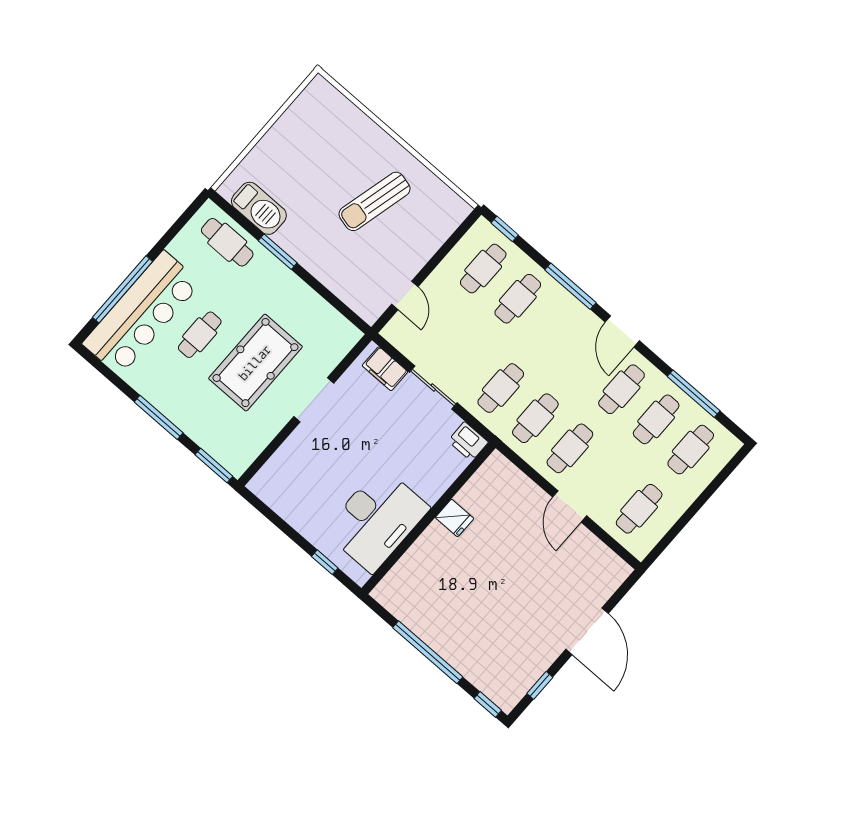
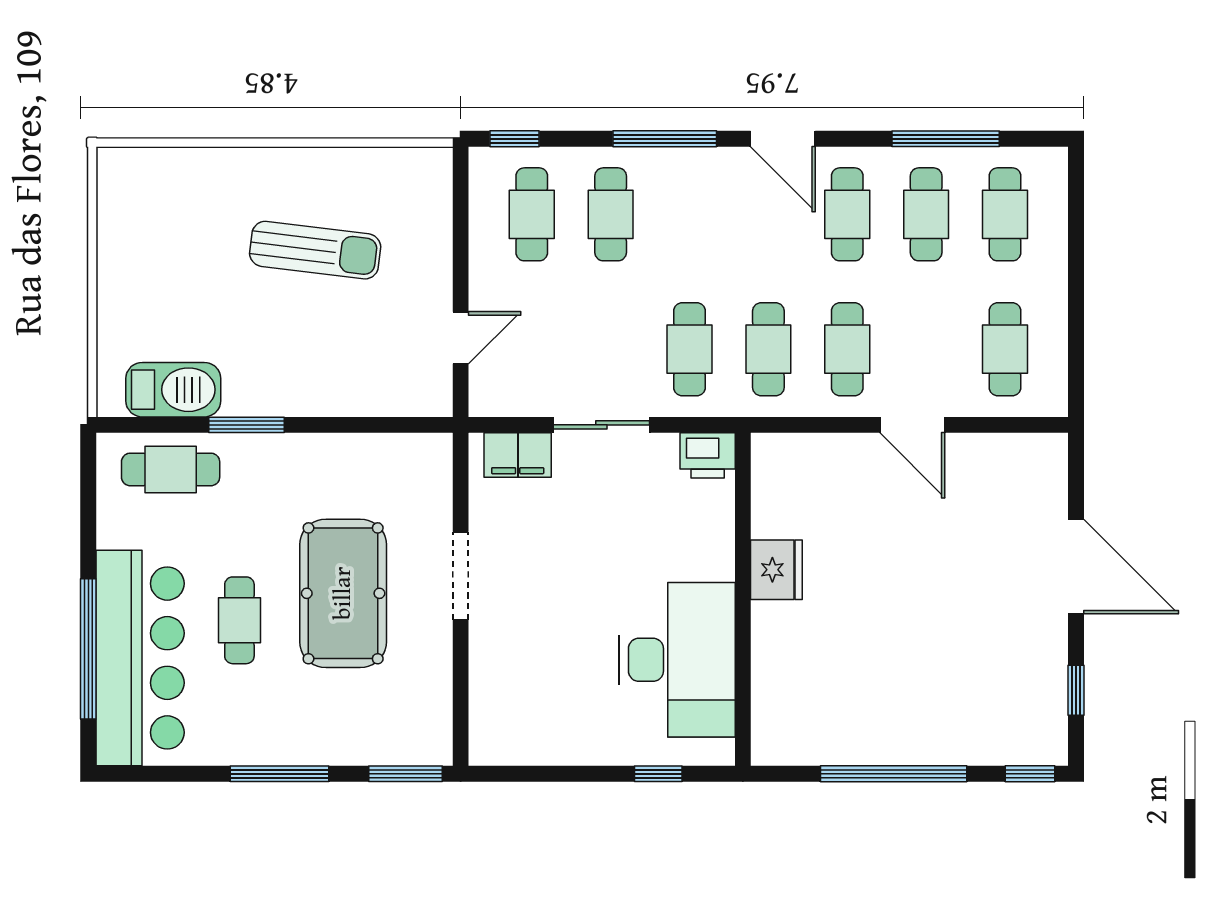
sun lounger: (375, 201) -> (315, 250), turned -97
door: (405, 295) -> (461, 338), hinge flipped
fridge: (455, 518) -> (776, 570), width x1.38

